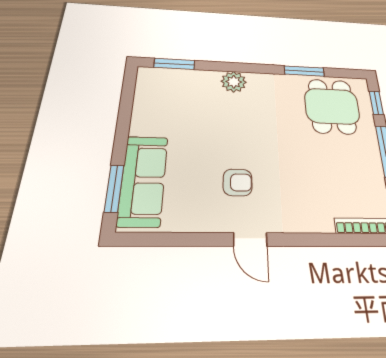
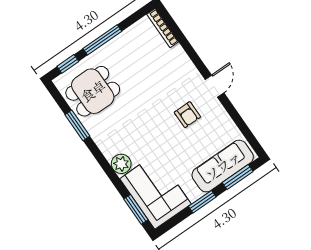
corner sofa: (177, 93) -> (155, 191), added
window: (123, 129) -> (202, 202), added
armchair: (238, 182) -> (187, 115), turned 180

